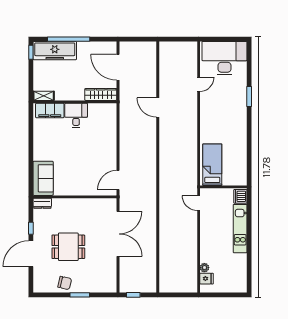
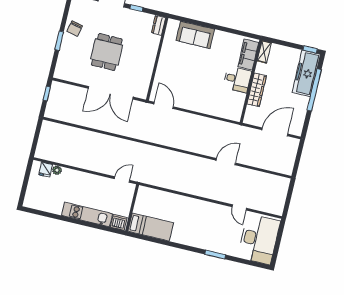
wardrobe: (101, 94) -> (257, 90), moved
bed: (212, 165) -> (151, 227), moved
sofa: (43, 178) -> (195, 35), moved
dining table: (68, 247) -> (107, 52), moved

